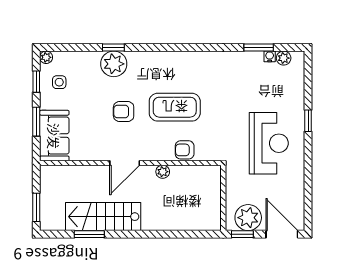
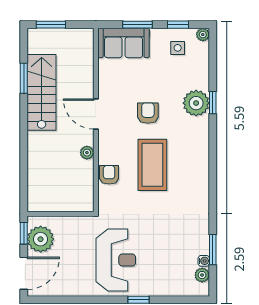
reception desk: (269, 143) -> (116, 260), turned -90

